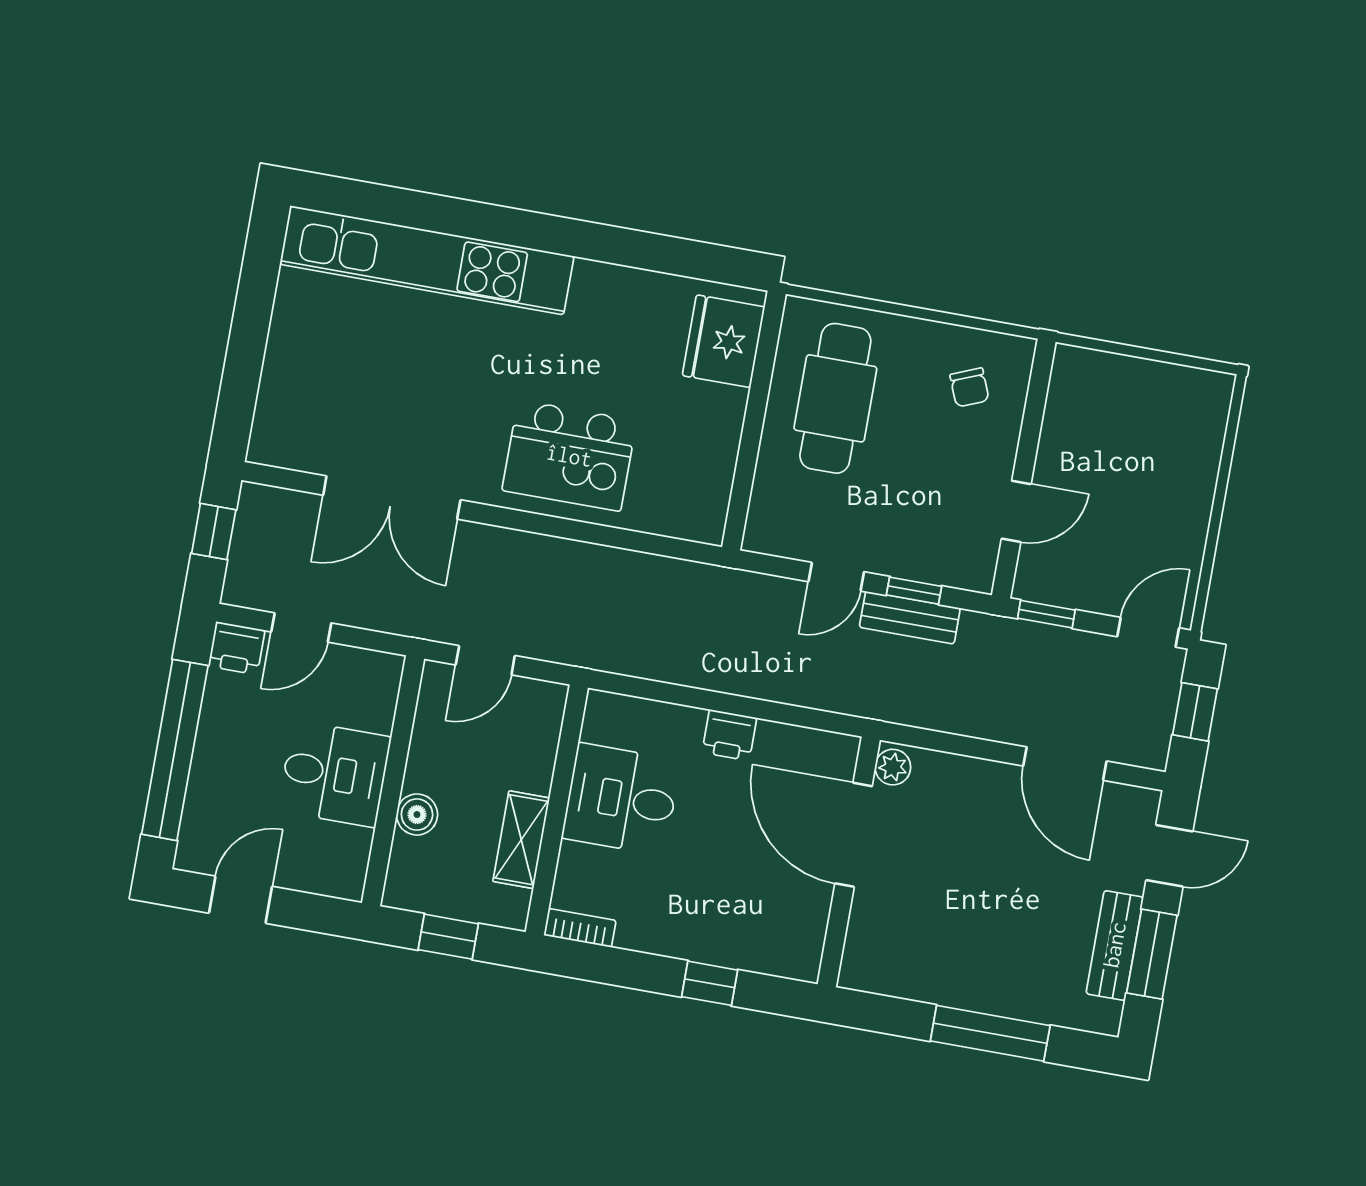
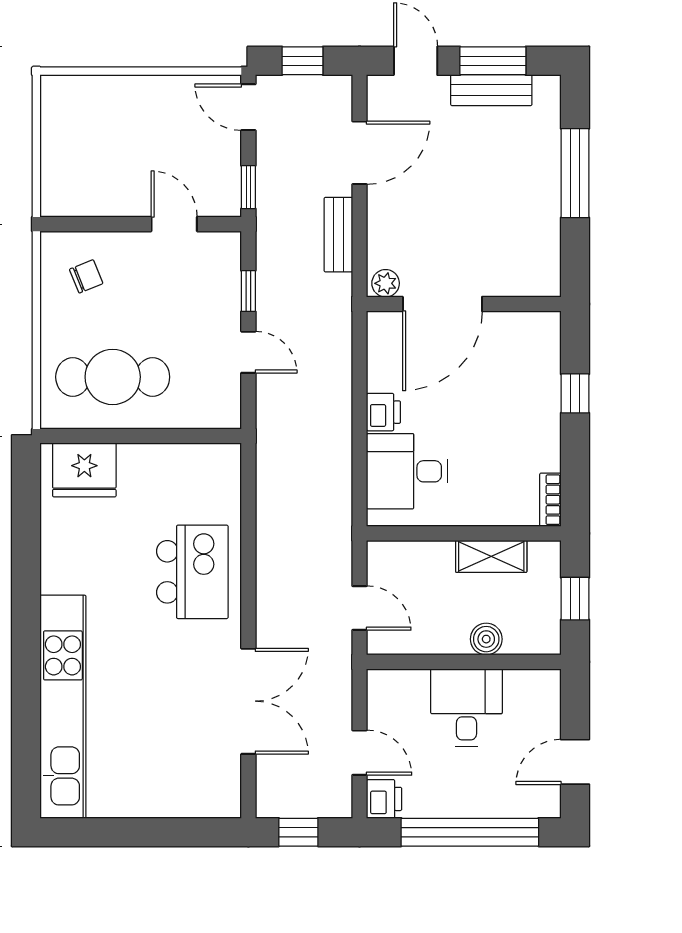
bench: (910, 618) -> (338, 235), moved
desk: (621, 799) -> (407, 471), moved, turned 90
door: (241, 900) -> (575, 762), hinge flipped

